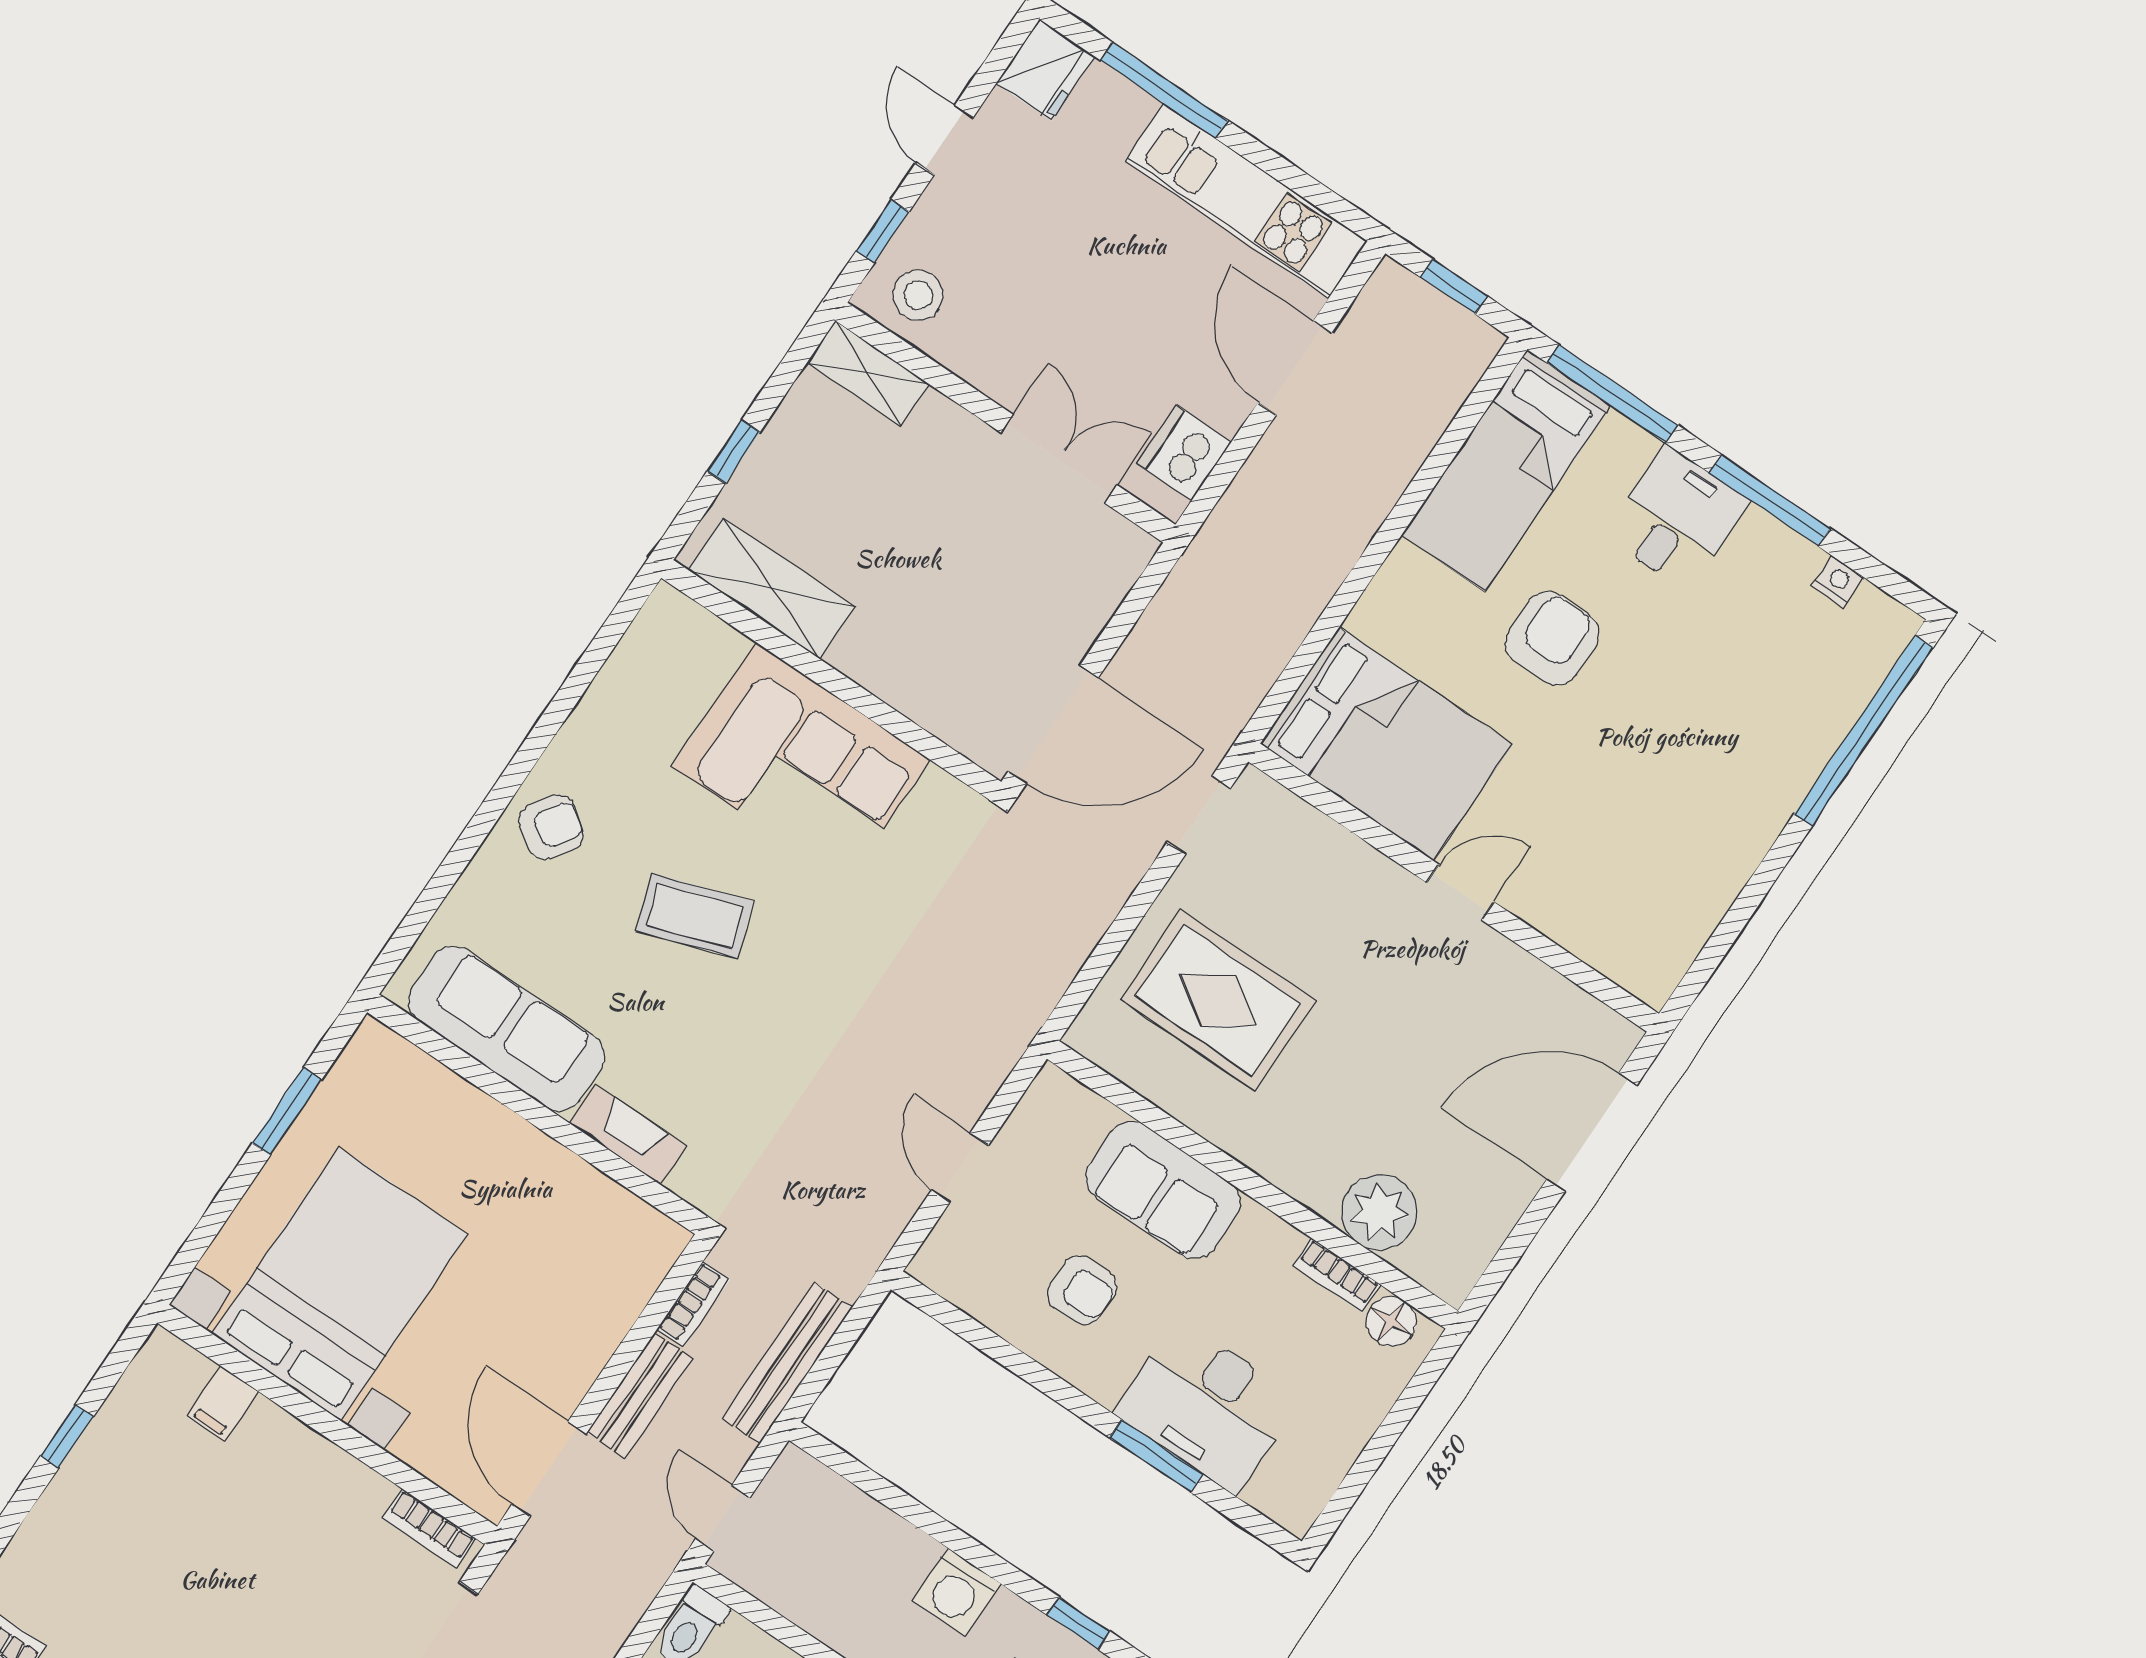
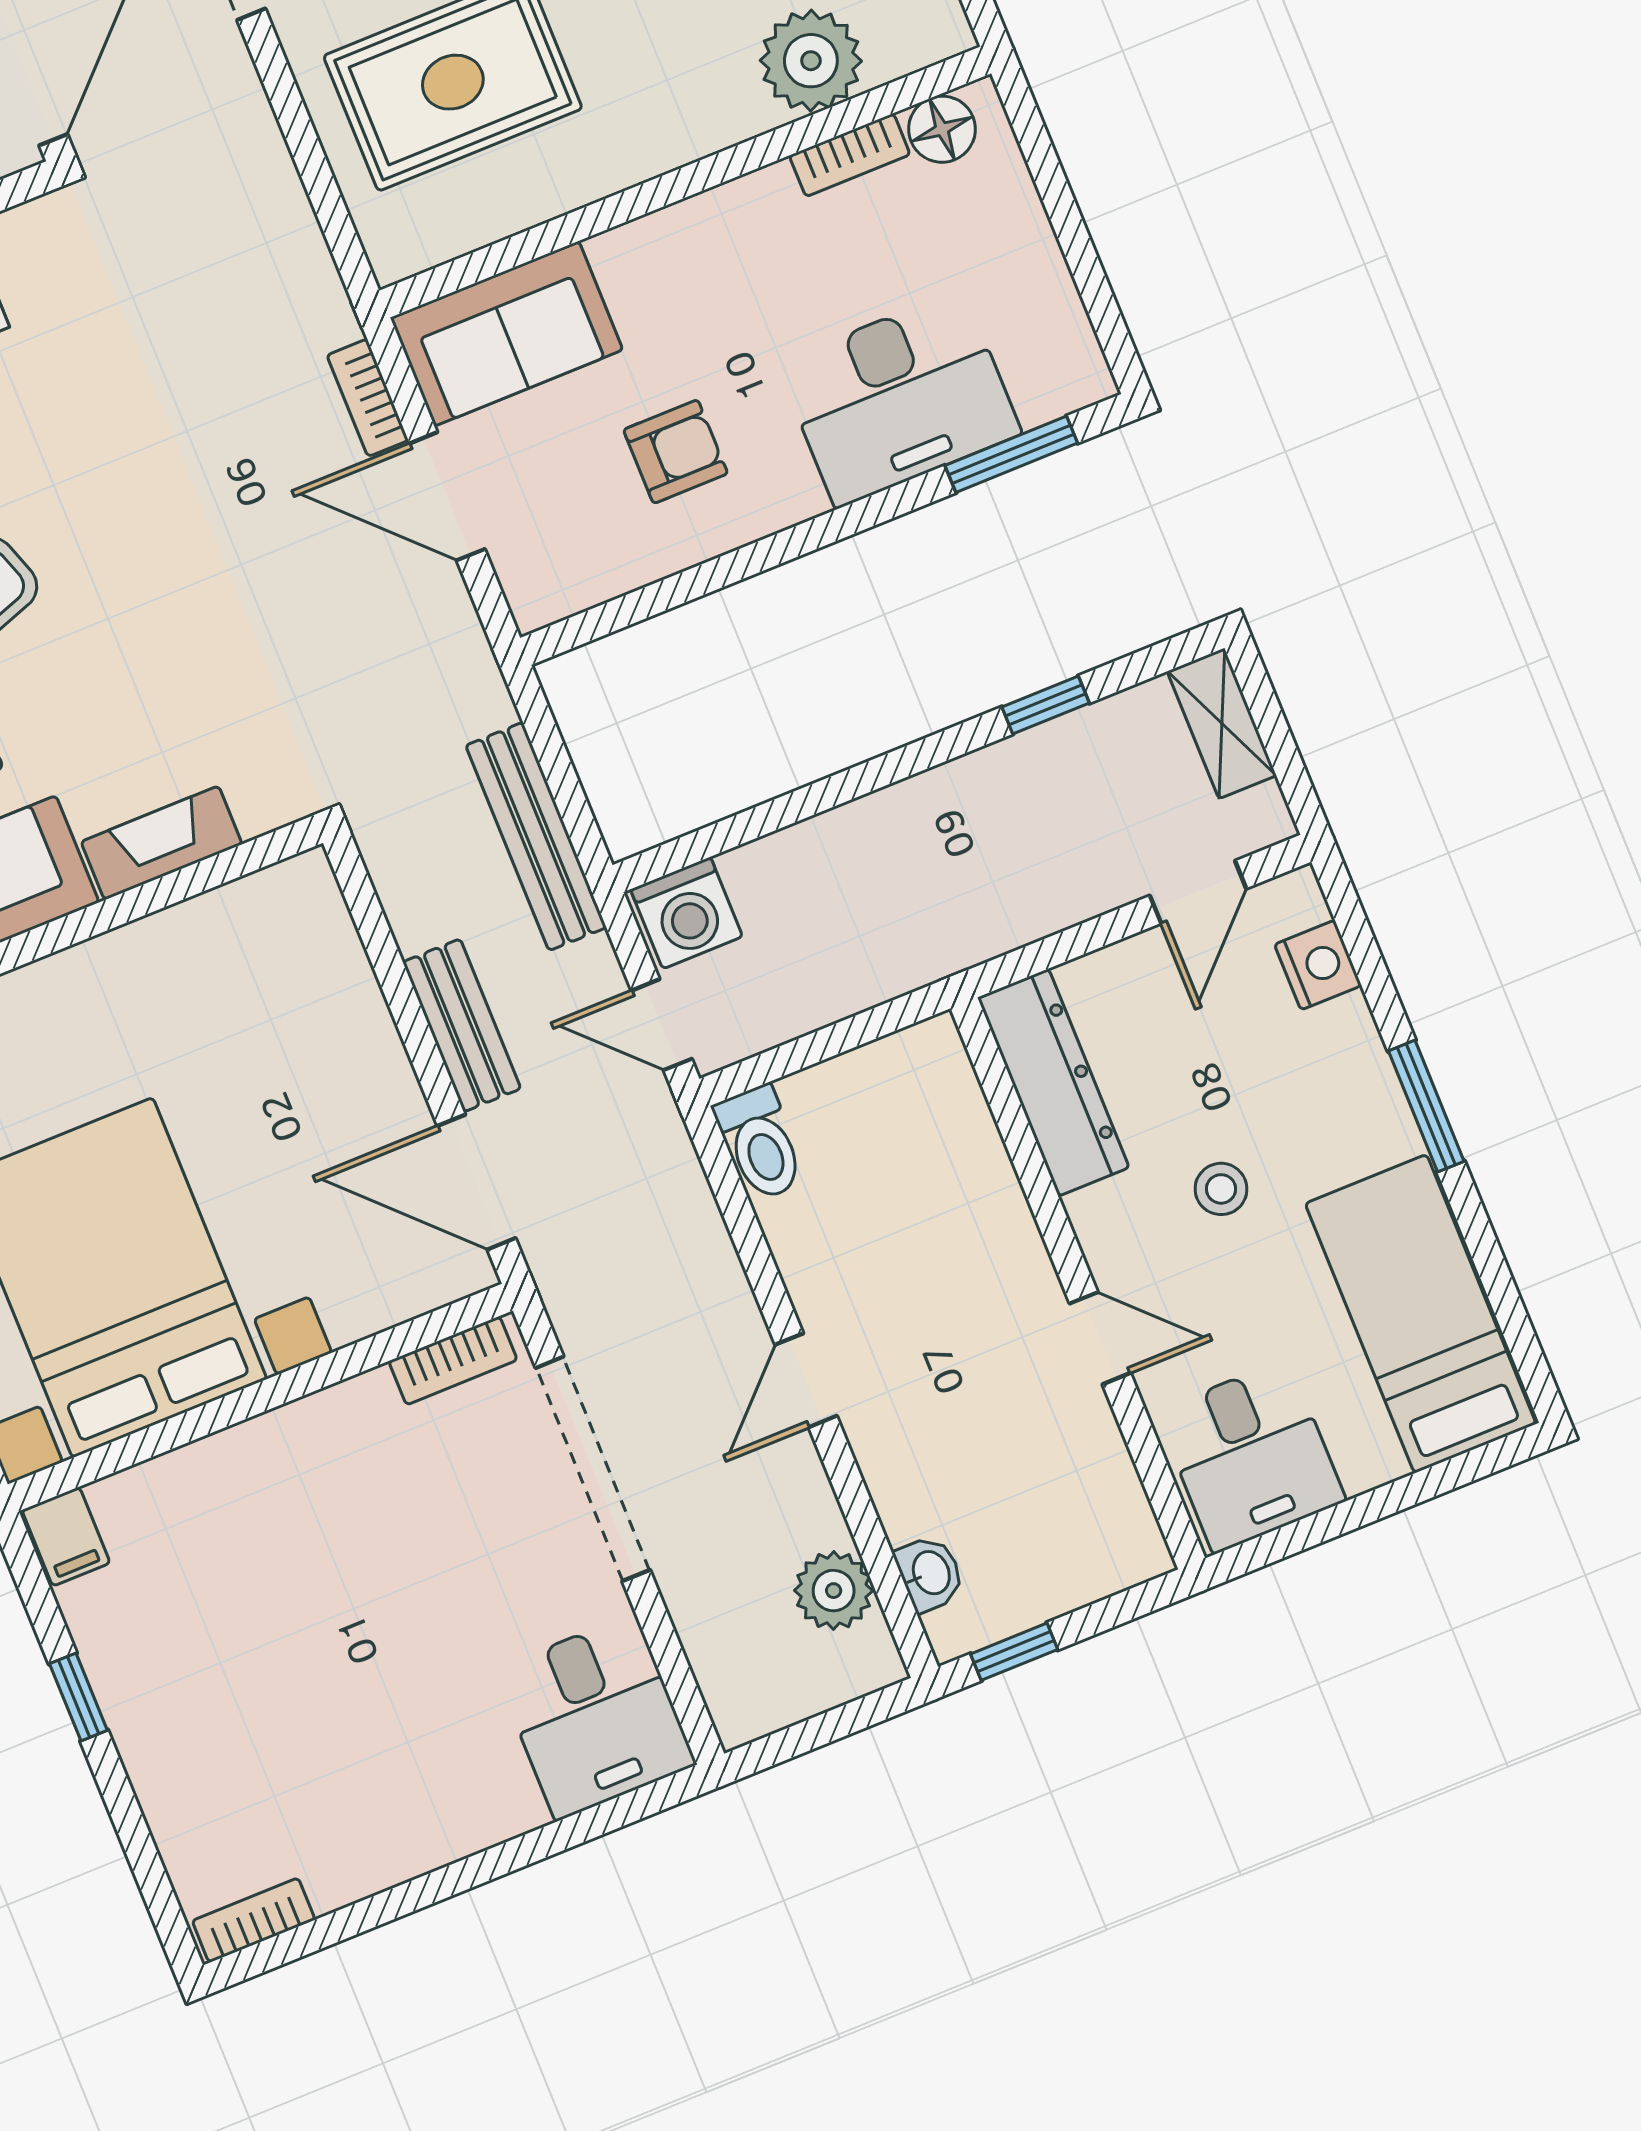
door: (960, 1168) -> (447, 496), width x1.38
sofa: (1163, 1190) -> (507, 334), moved
bookcase: (693, 1304) -> (368, 398), moved, turned 180
filing cabinet: (222, 1404) -> (66, 1537), moved
window: (1156, 1456) -> (1011, 454), moved
washing machine: (956, 1592) -> (687, 913), moved

